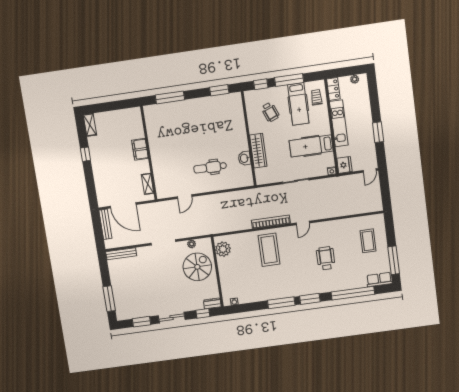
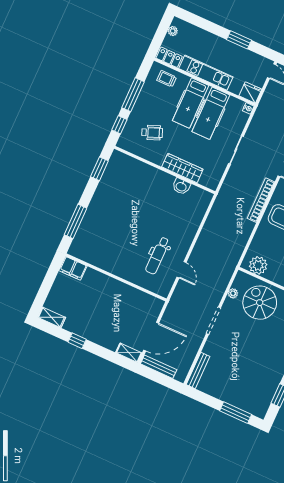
hospital bed: (298, 104) -> (191, 103), moved, turned 90
filing cabinet: (140, 149) -> (73, 268), moved
dental chair: (210, 167) -> (157, 256), moved
shelving: (148, 184) -> (129, 353), moved

